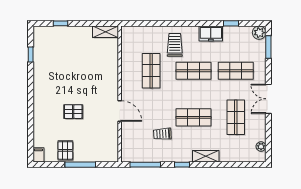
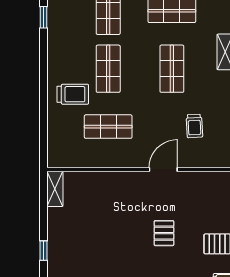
freezer: (211, 33) -> (57, 45), removed
trolley: (175, 45) -> (73, 94), turned 180
trolley: (162, 134) -> (194, 126), moved

